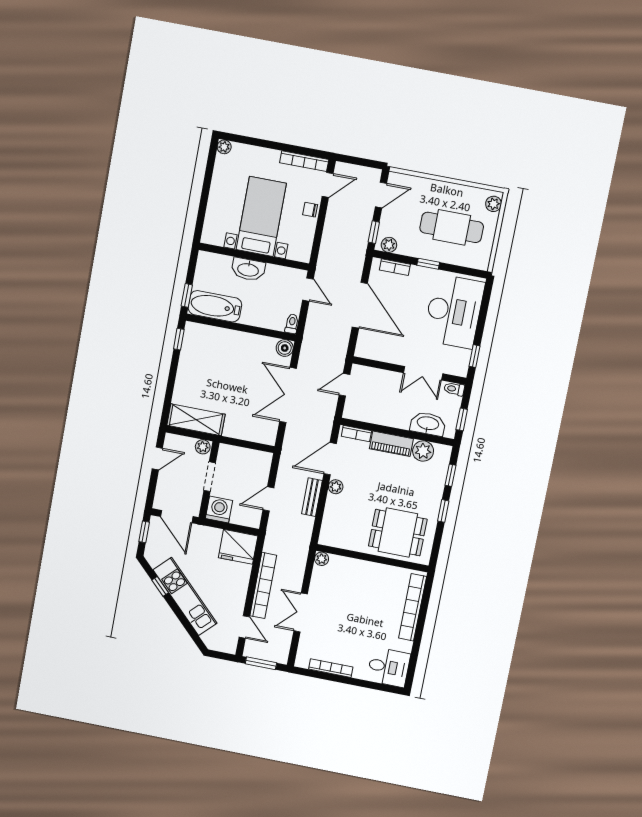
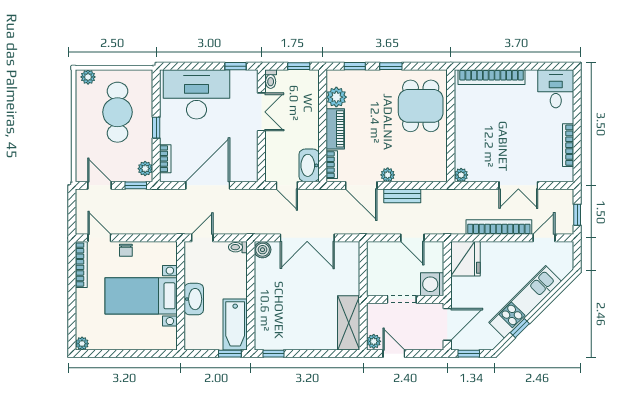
washbasin: (428, 424) -> (309, 165), moved
plant: (203, 447) -> (374, 341), moved
window: (261, 663) -> (577, 215), width x0.67

